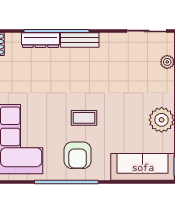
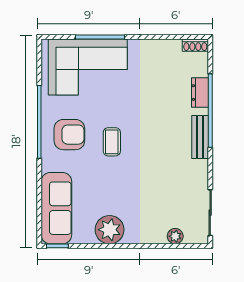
dresser: (41, 40) -> (200, 93), width x0.70
armchair: (78, 155) -> (69, 135), turned 180

